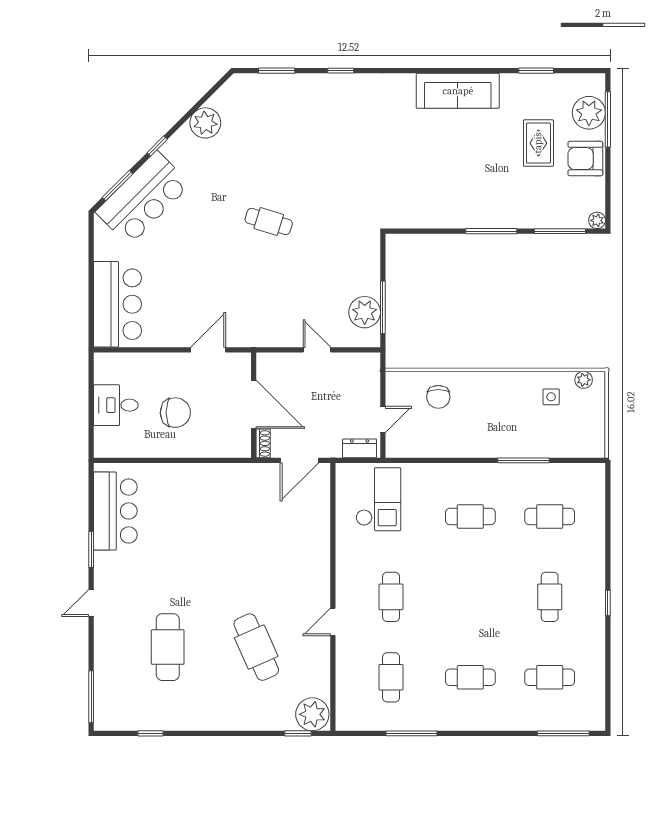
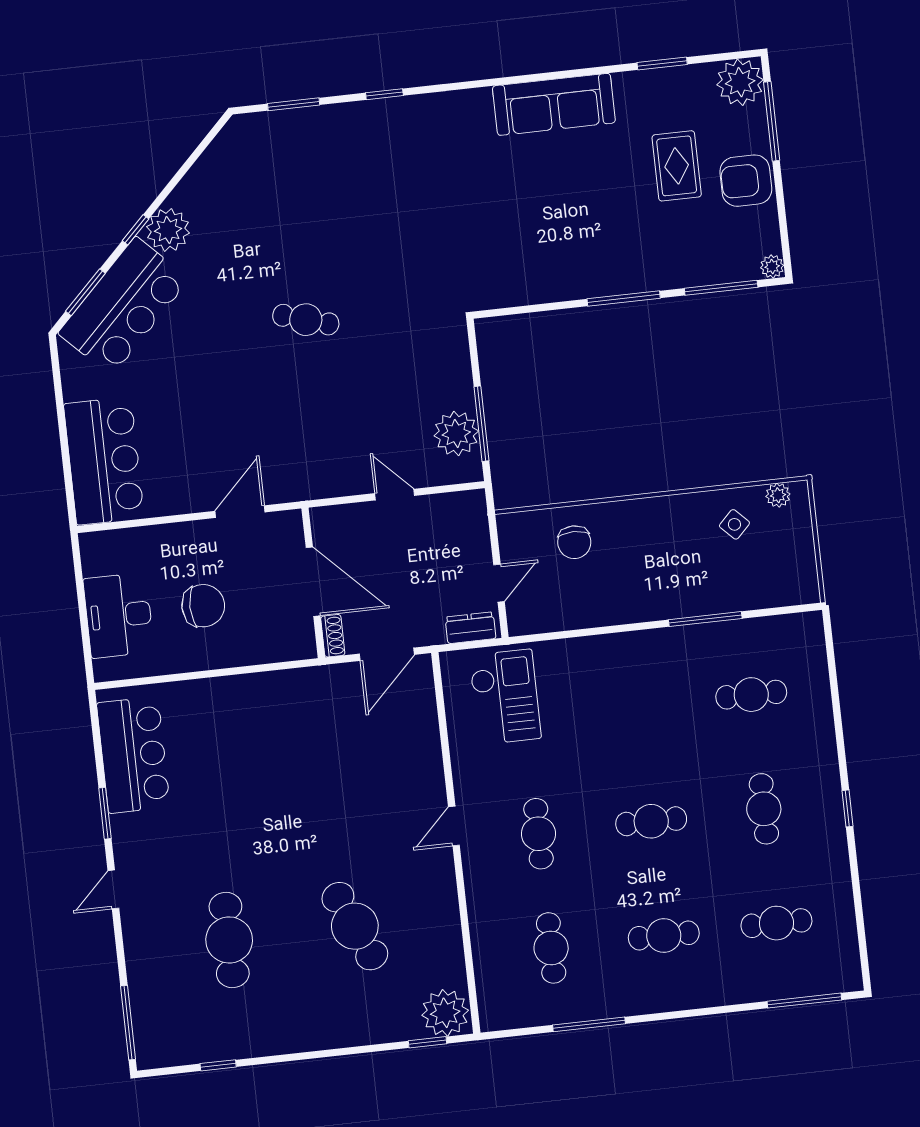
plant: (589, 113) -> (740, 82), moved
plant: (205, 123) -> (168, 230), moved
side table: (551, 397) -> (734, 524), turned 45
desk: (116, 405) -> (119, 615), width x1.37
cafe table: (470, 516) -> (651, 821), moved
door: (333, 622) -> (454, 826), moved

